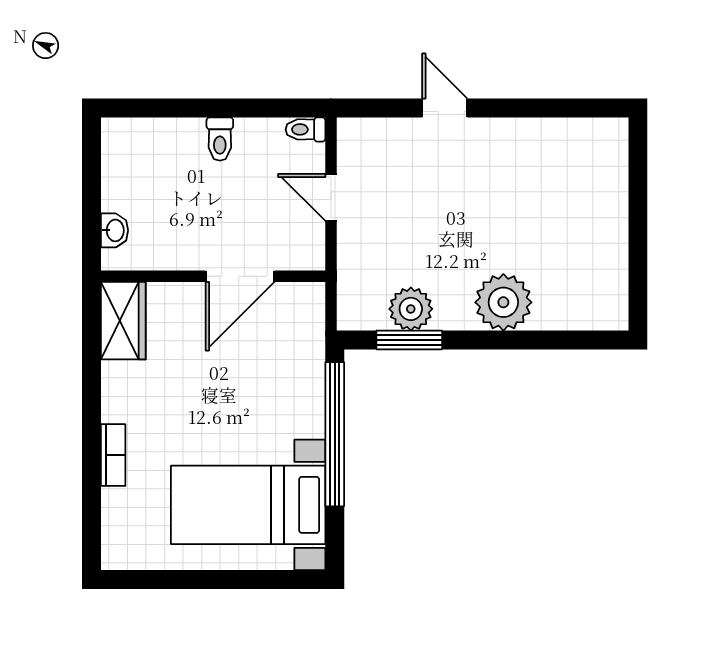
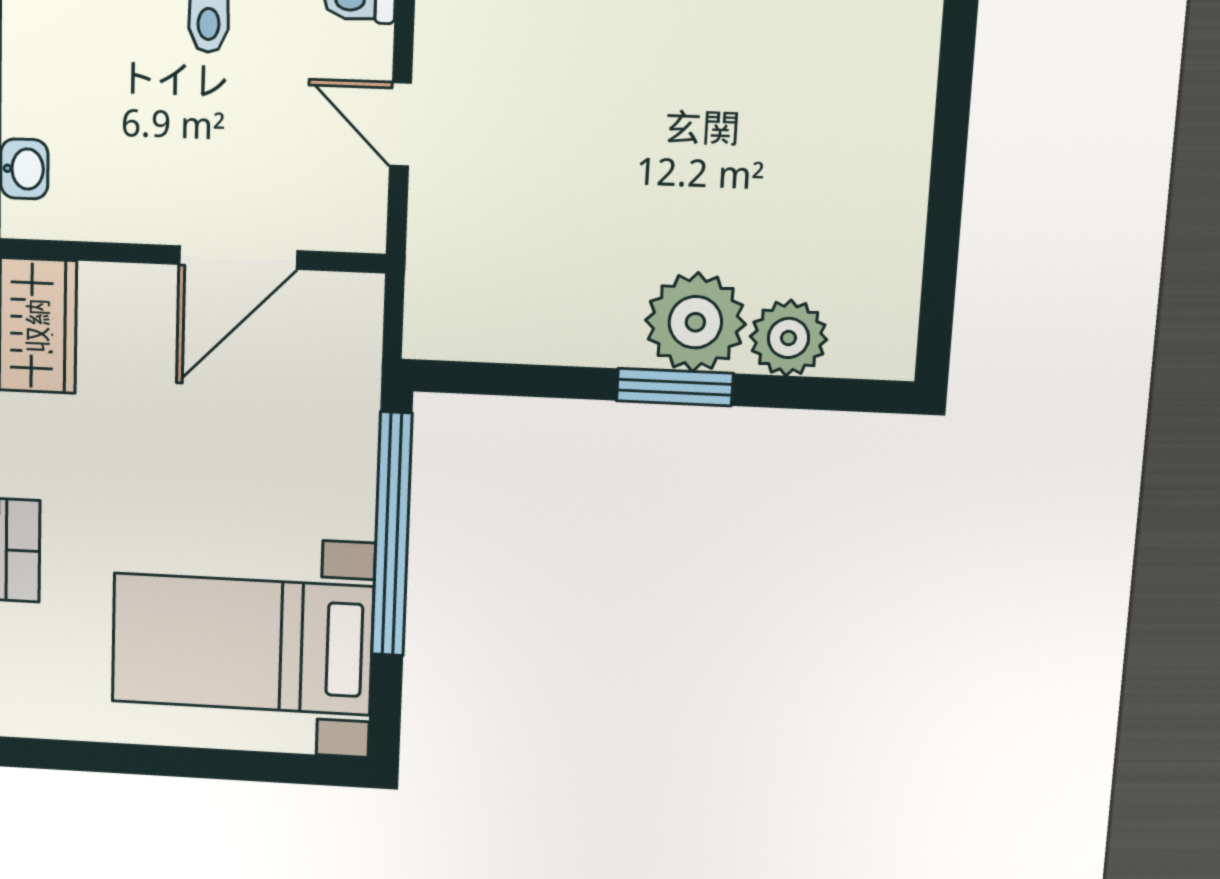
plant: (411, 309) -> (788, 338), moved
window: (409, 340) -> (675, 387), moved

